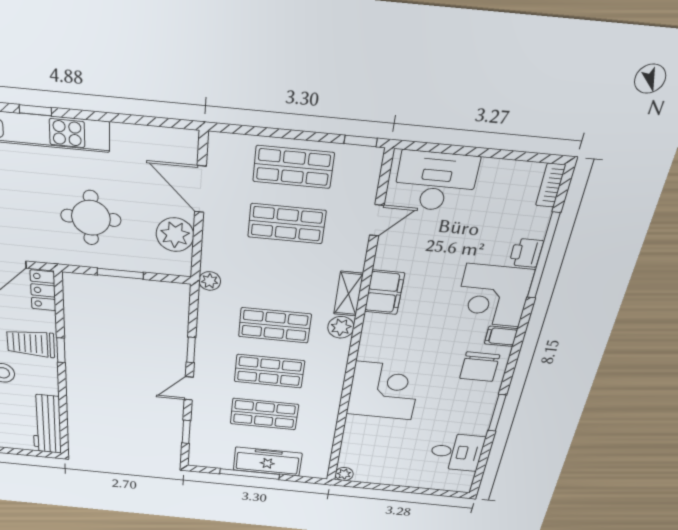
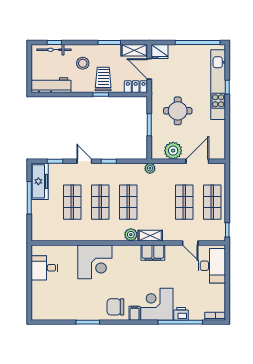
desk: (457, 452) -> (44, 268), moved, turned 90
freezer: (268, 462) -> (40, 181), moved
plant: (344, 474) -> (36, 250), removed

